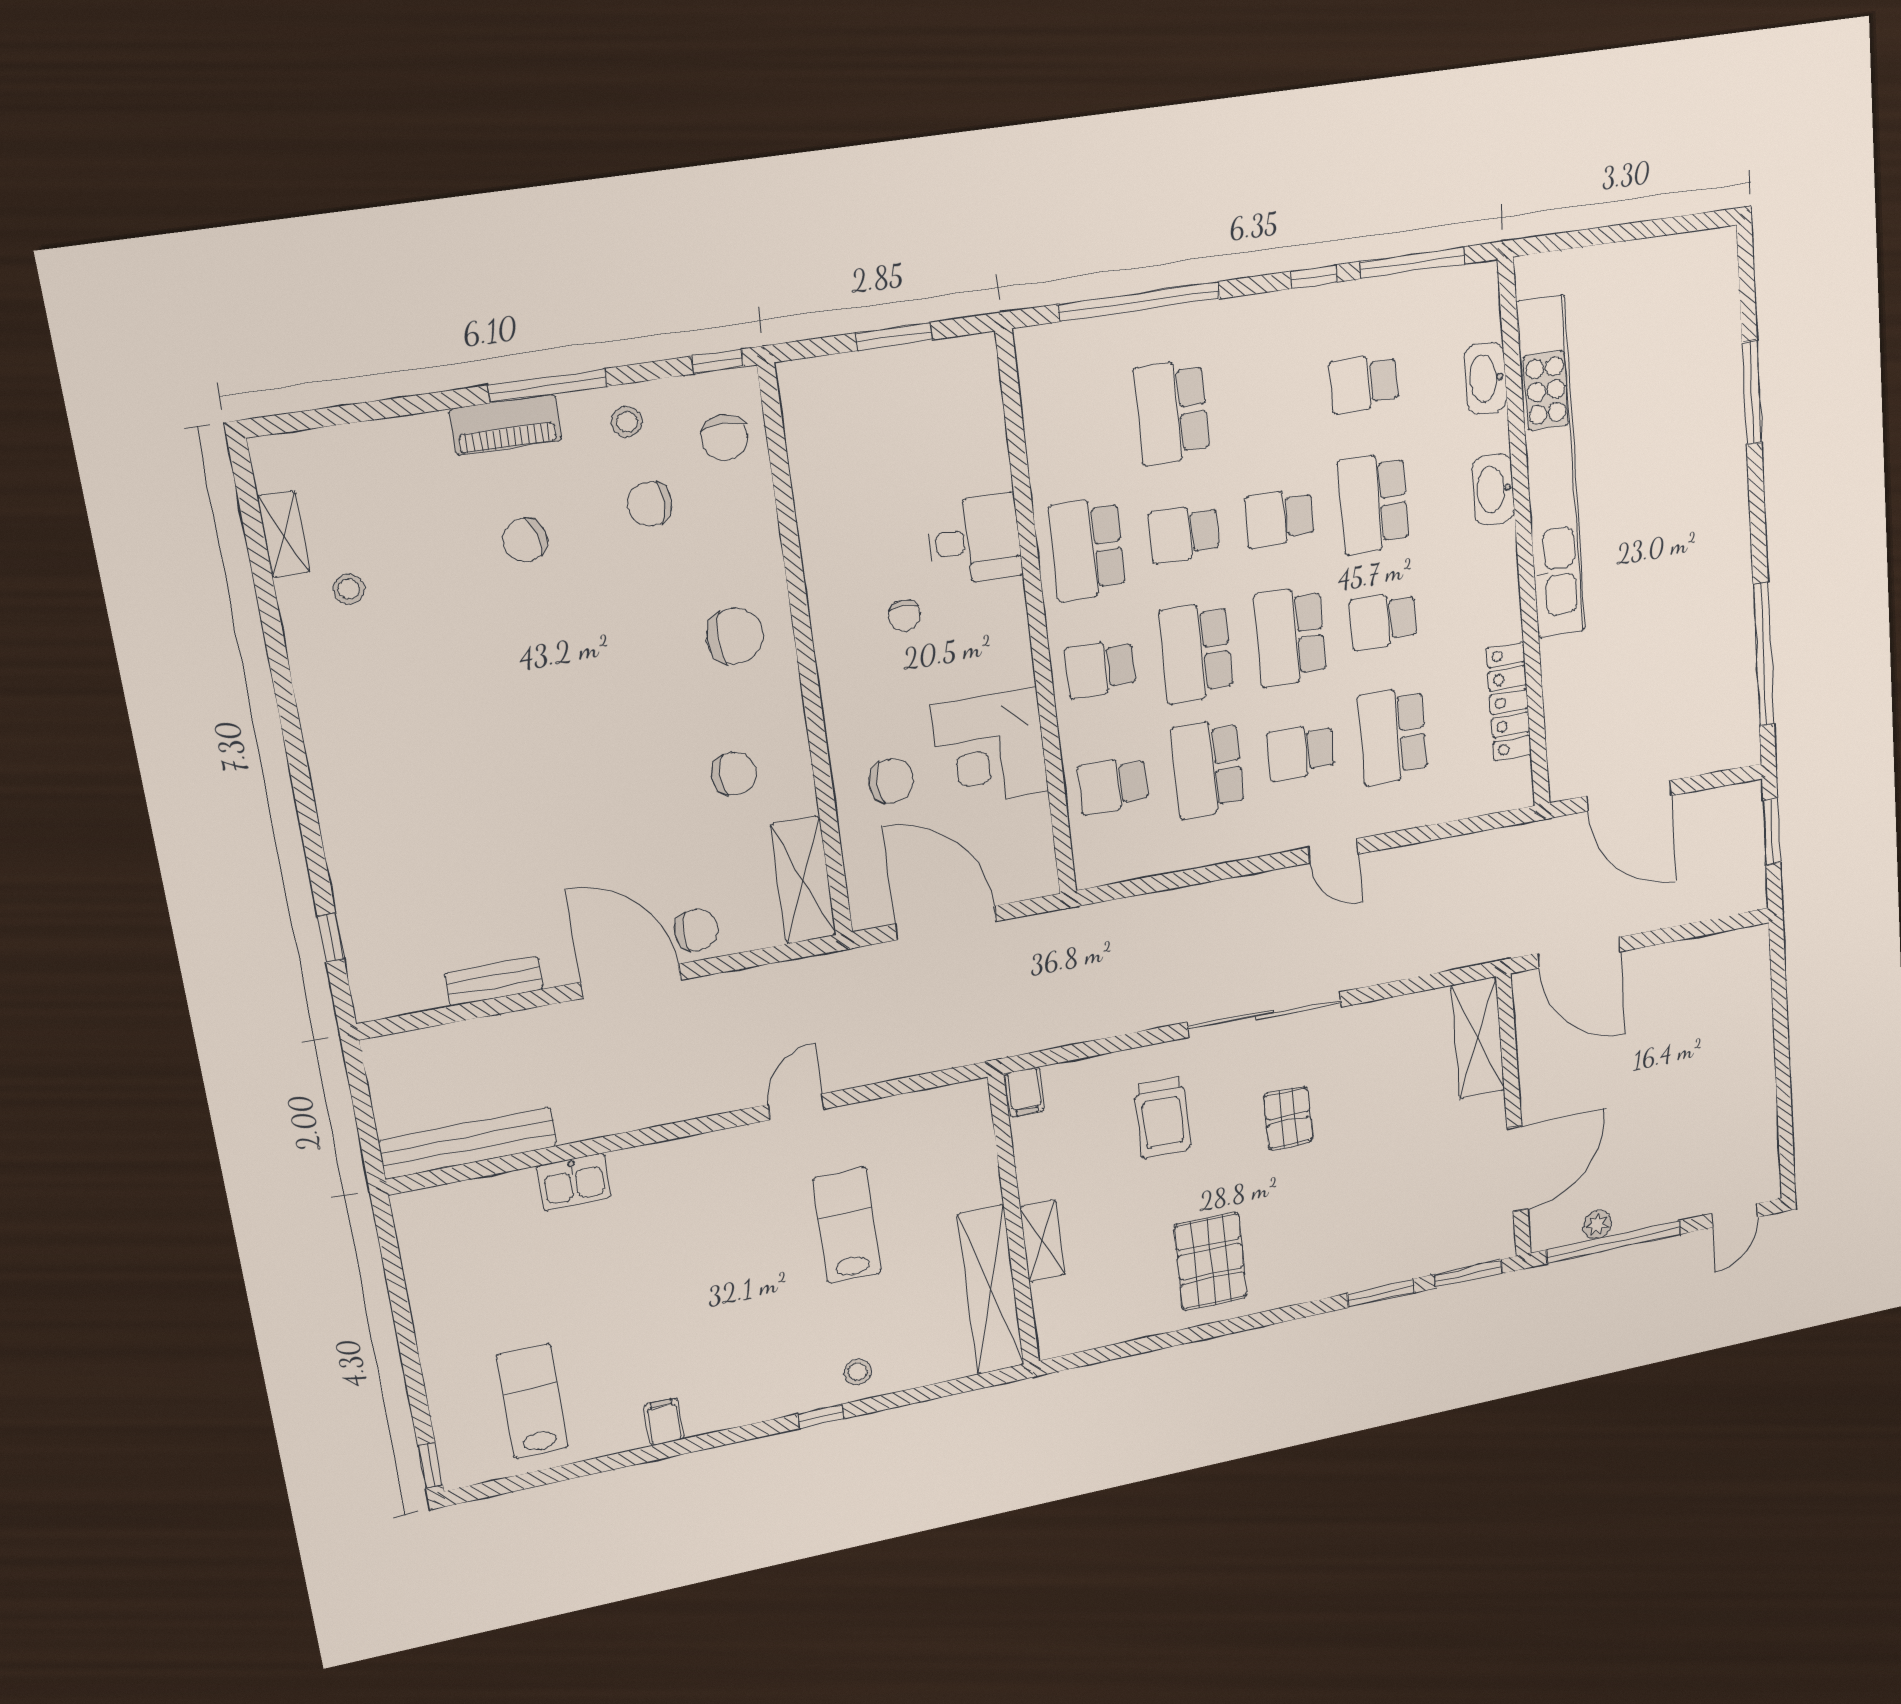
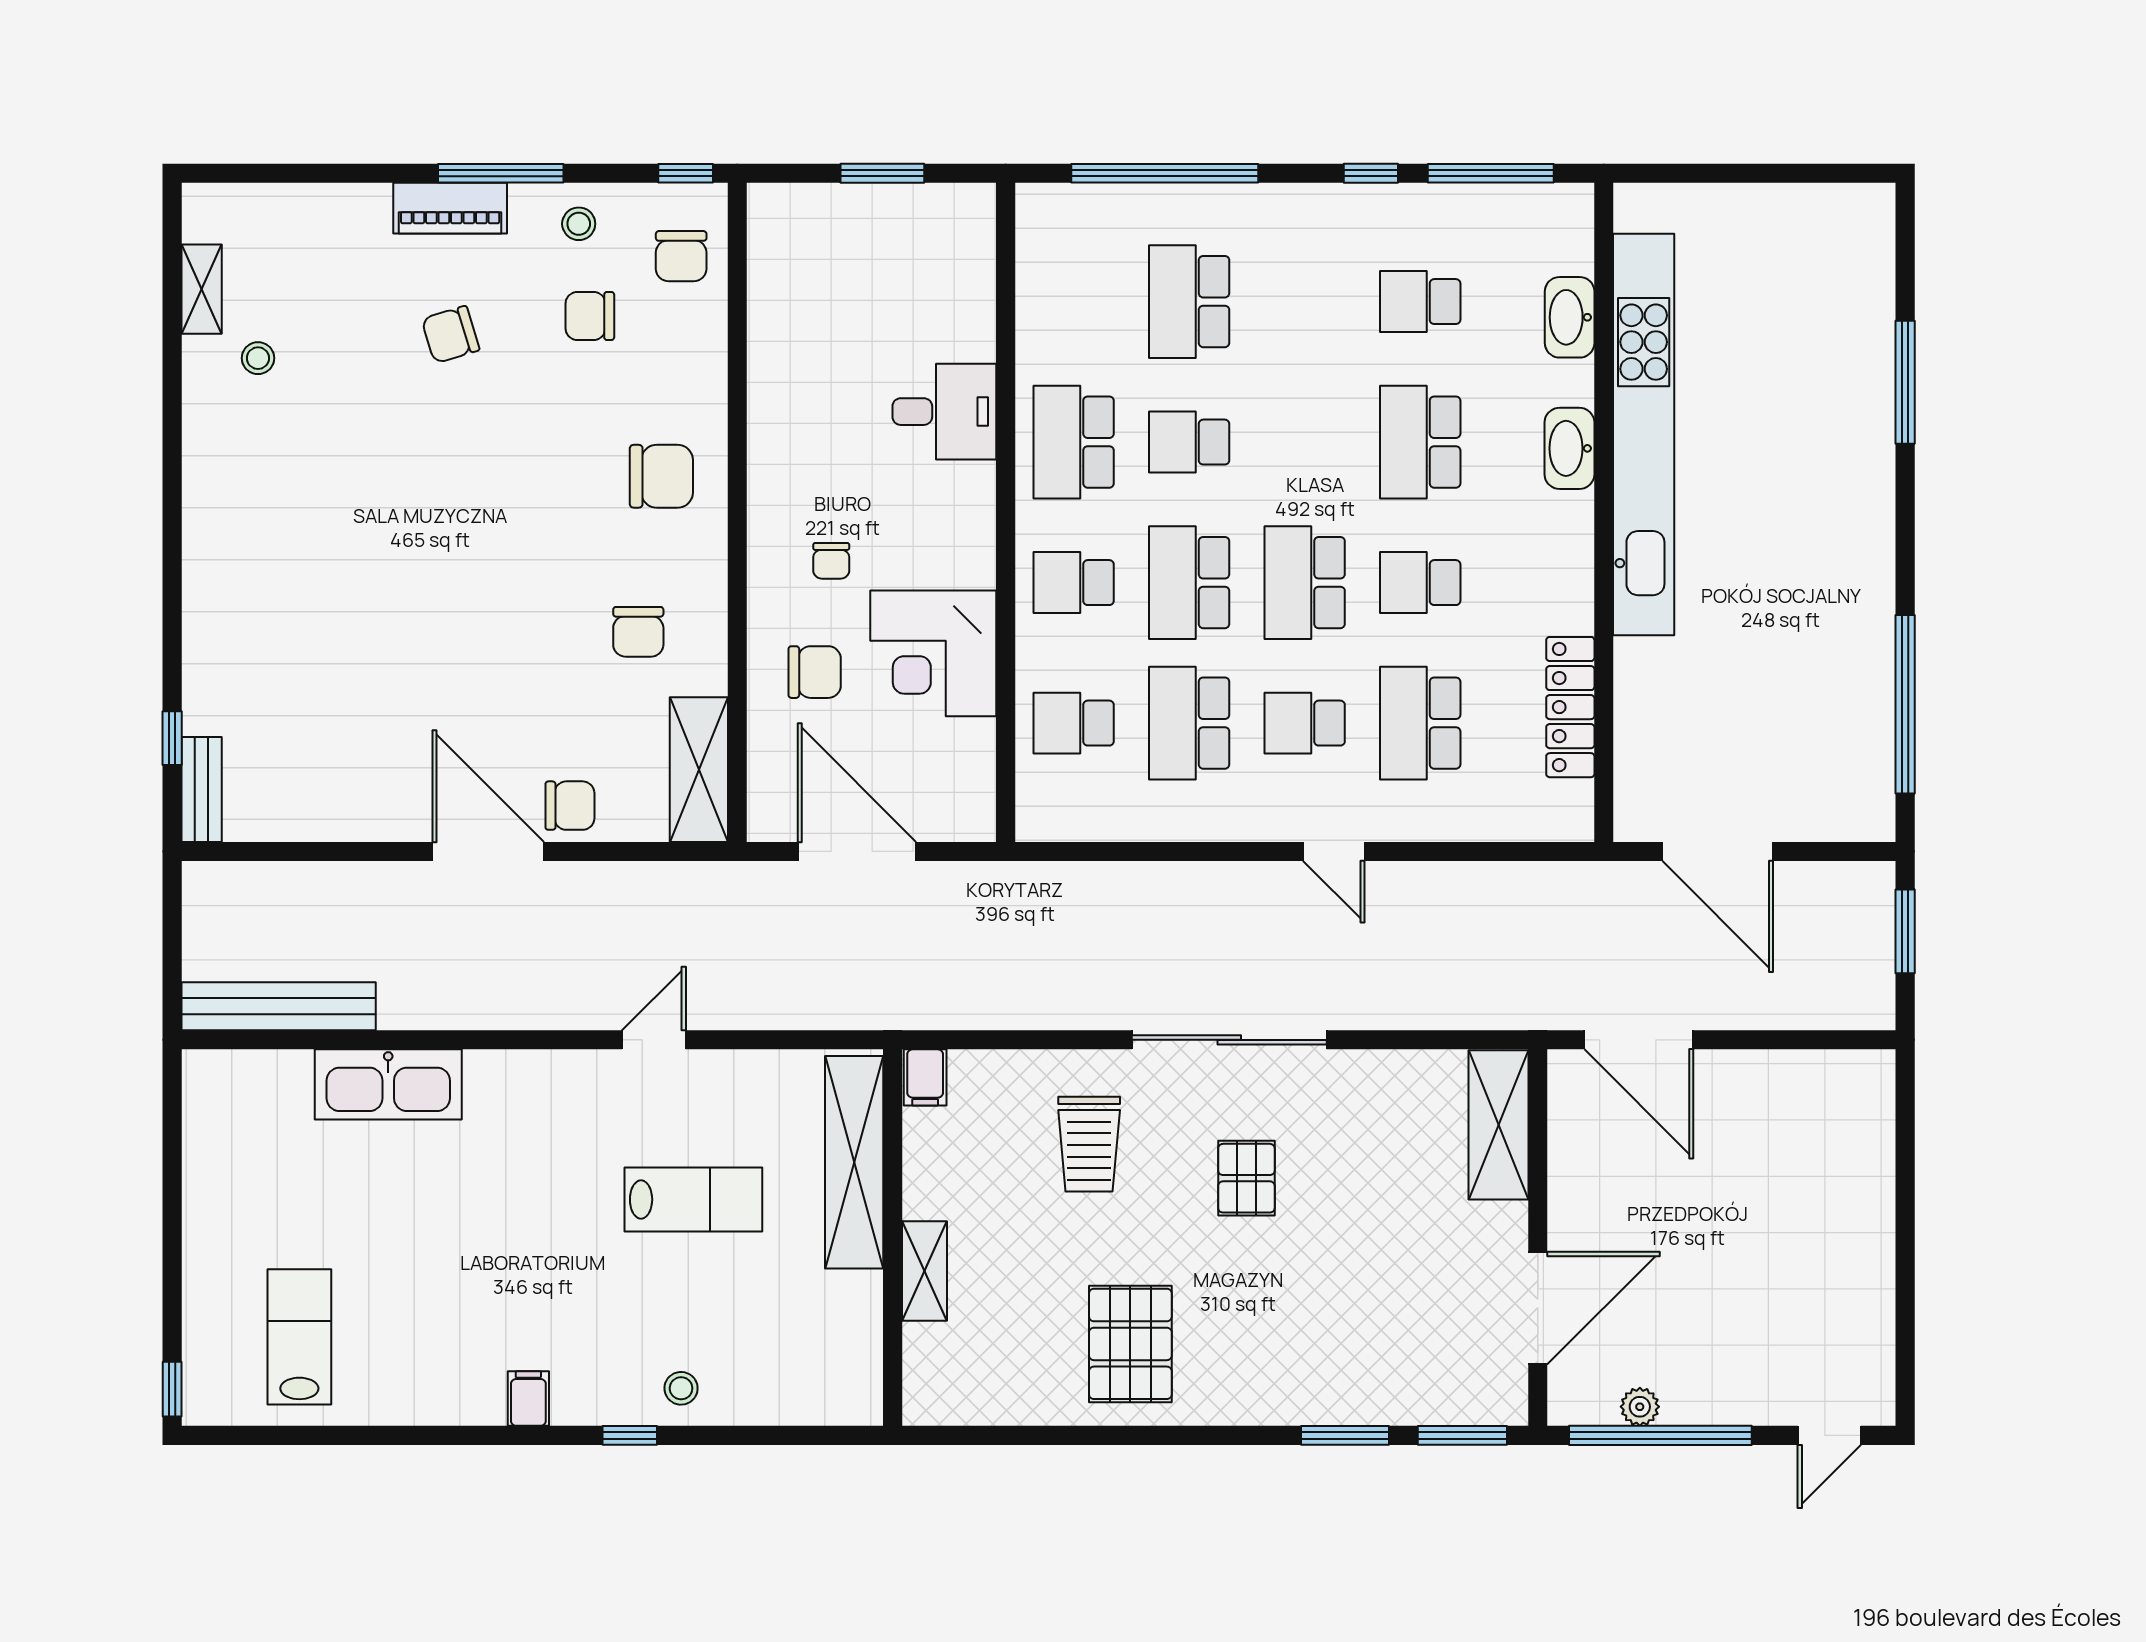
school desk: (1279, 518) -> (1305, 442), removed
chair: (904, 615) -> (831, 561), moved
chair: (734, 773) -> (638, 632), turned 90
bench: (494, 981) -> (202, 789), moved, turned 90
kitchen sink: (574, 1182) -> (388, 1084), width x1.88, depth x1.24
lab bench: (847, 1226) -> (693, 1199), turned 90
shelving: (991, 1290) -> (854, 1162), moved
filing cabinet: (664, 1422) -> (528, 1399), moved

